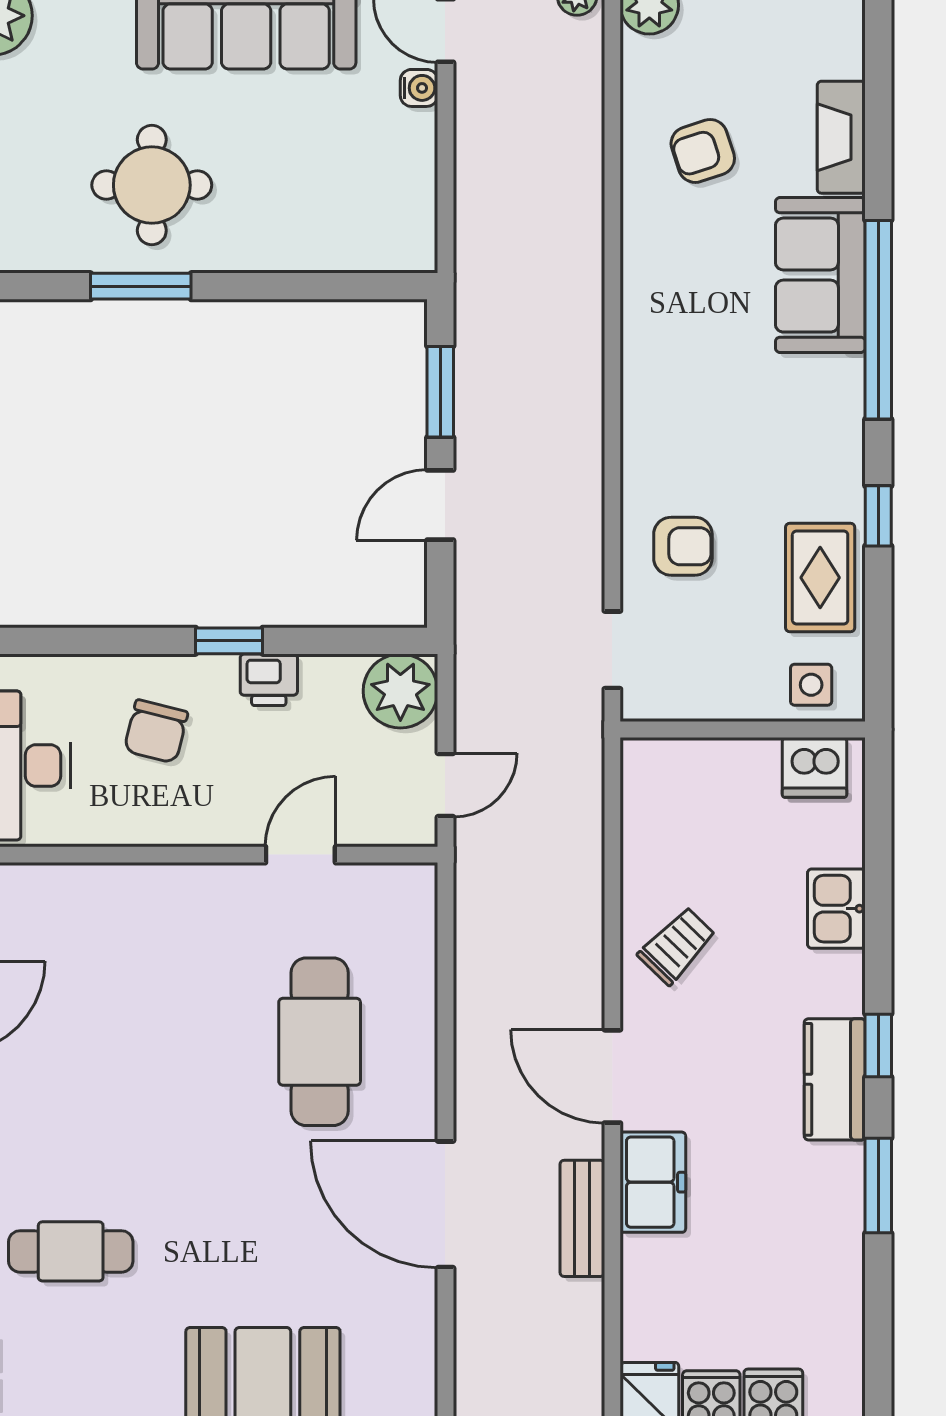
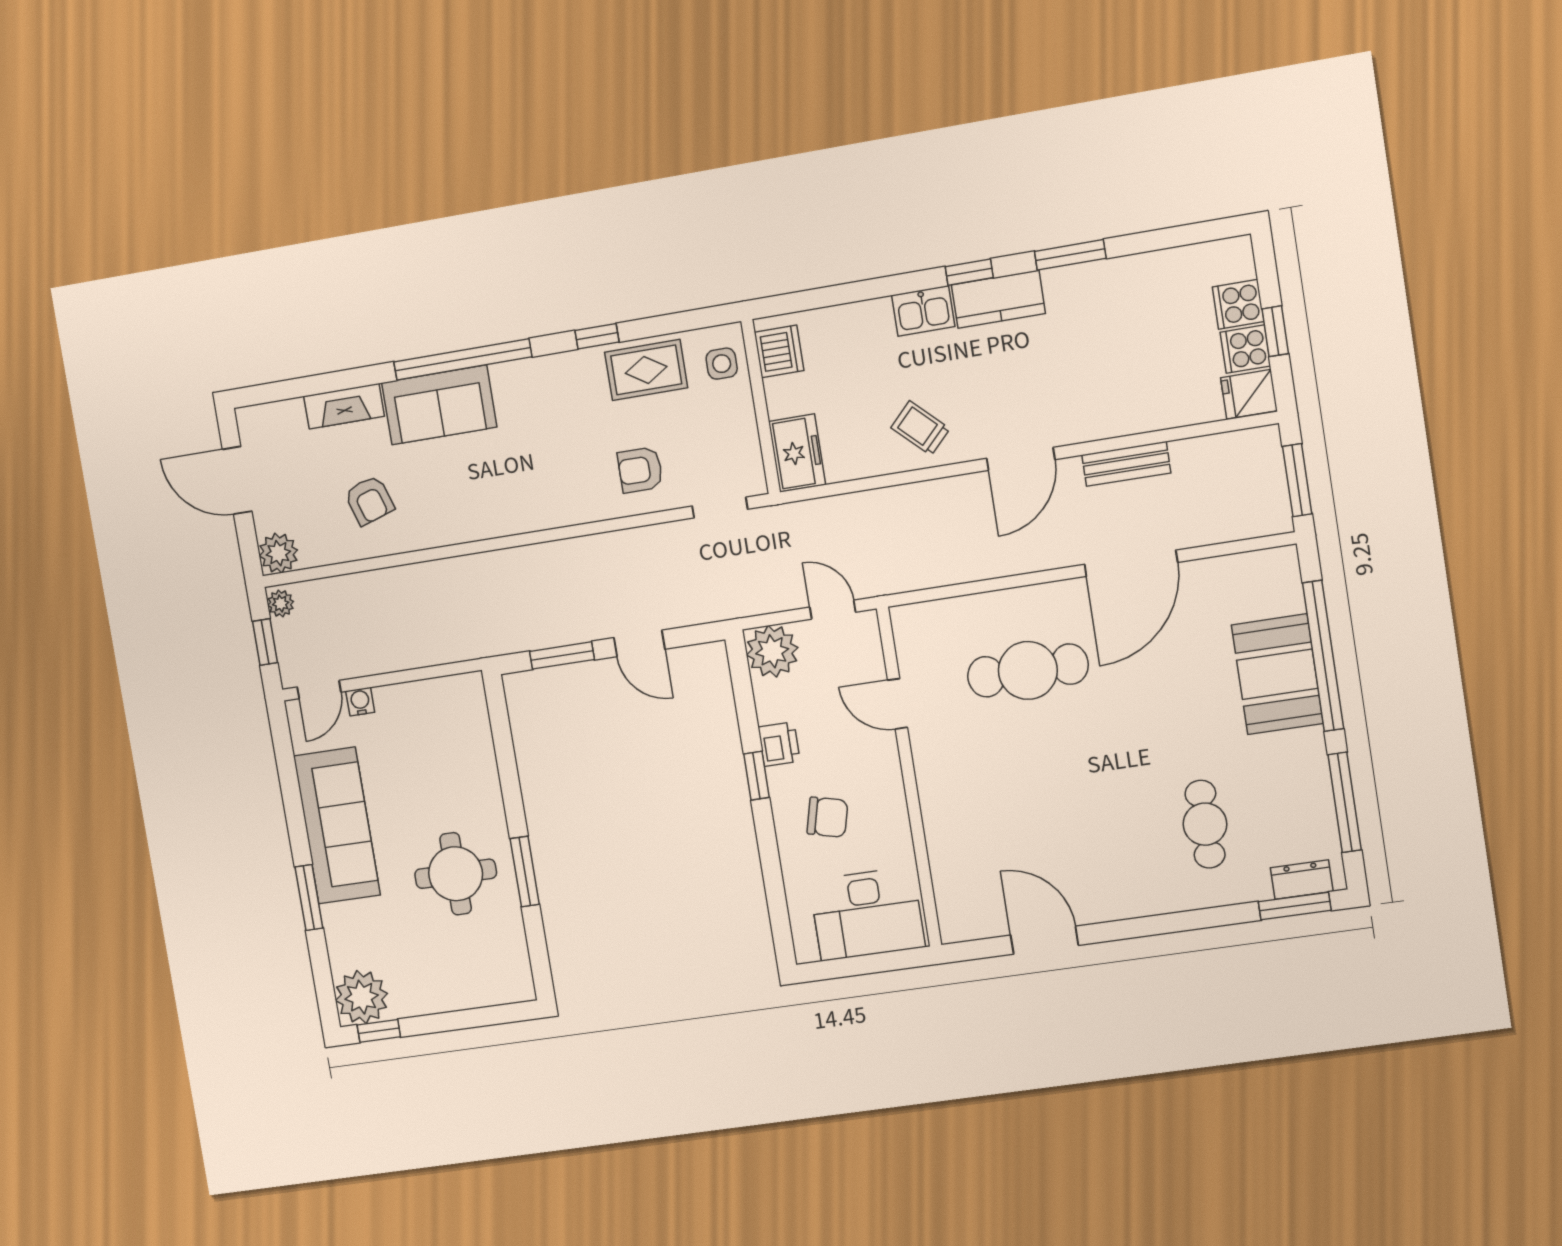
armchair: (683, 546) -> (640, 470), turned -90
kitchen sink: (836, 909) -> (923, 311), moved
freezer: (653, 1182) -> (797, 453), moved, turned 90

